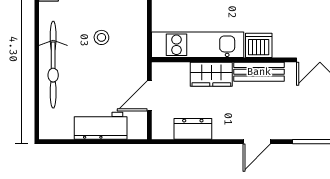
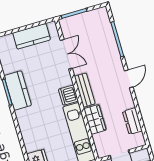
door: (257, 142) -> (129, 79), hinge flipped

